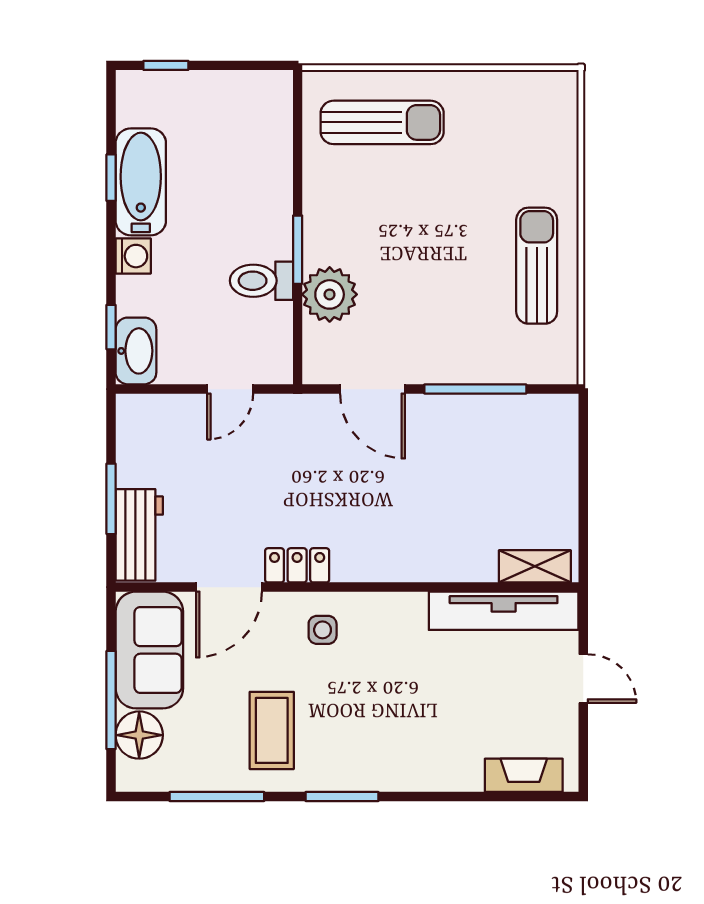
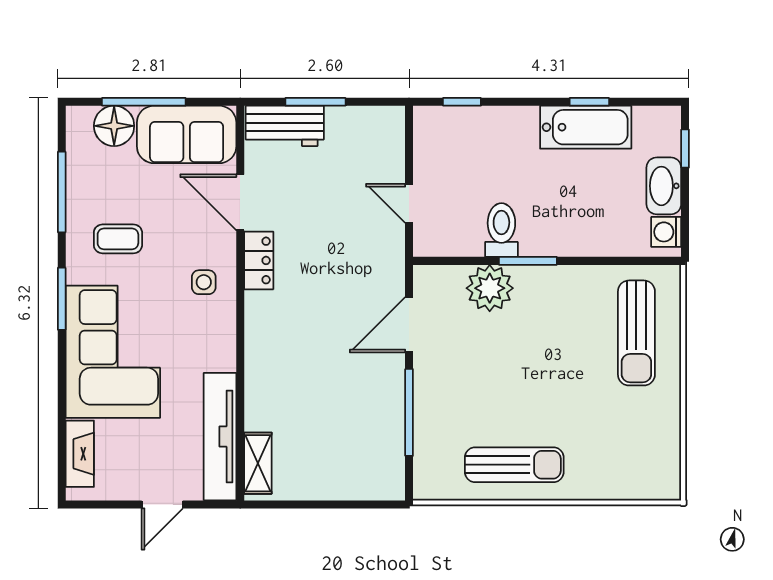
washing machine: (133, 256) -> (666, 232), moved, turned 90
washbasin: (136, 351) -> (664, 186), moved, turned 90
coffee table: (272, 730) -> (118, 239), width x0.73, depth x0.77
corner sofa: (404, 737) -> (113, 352), added

